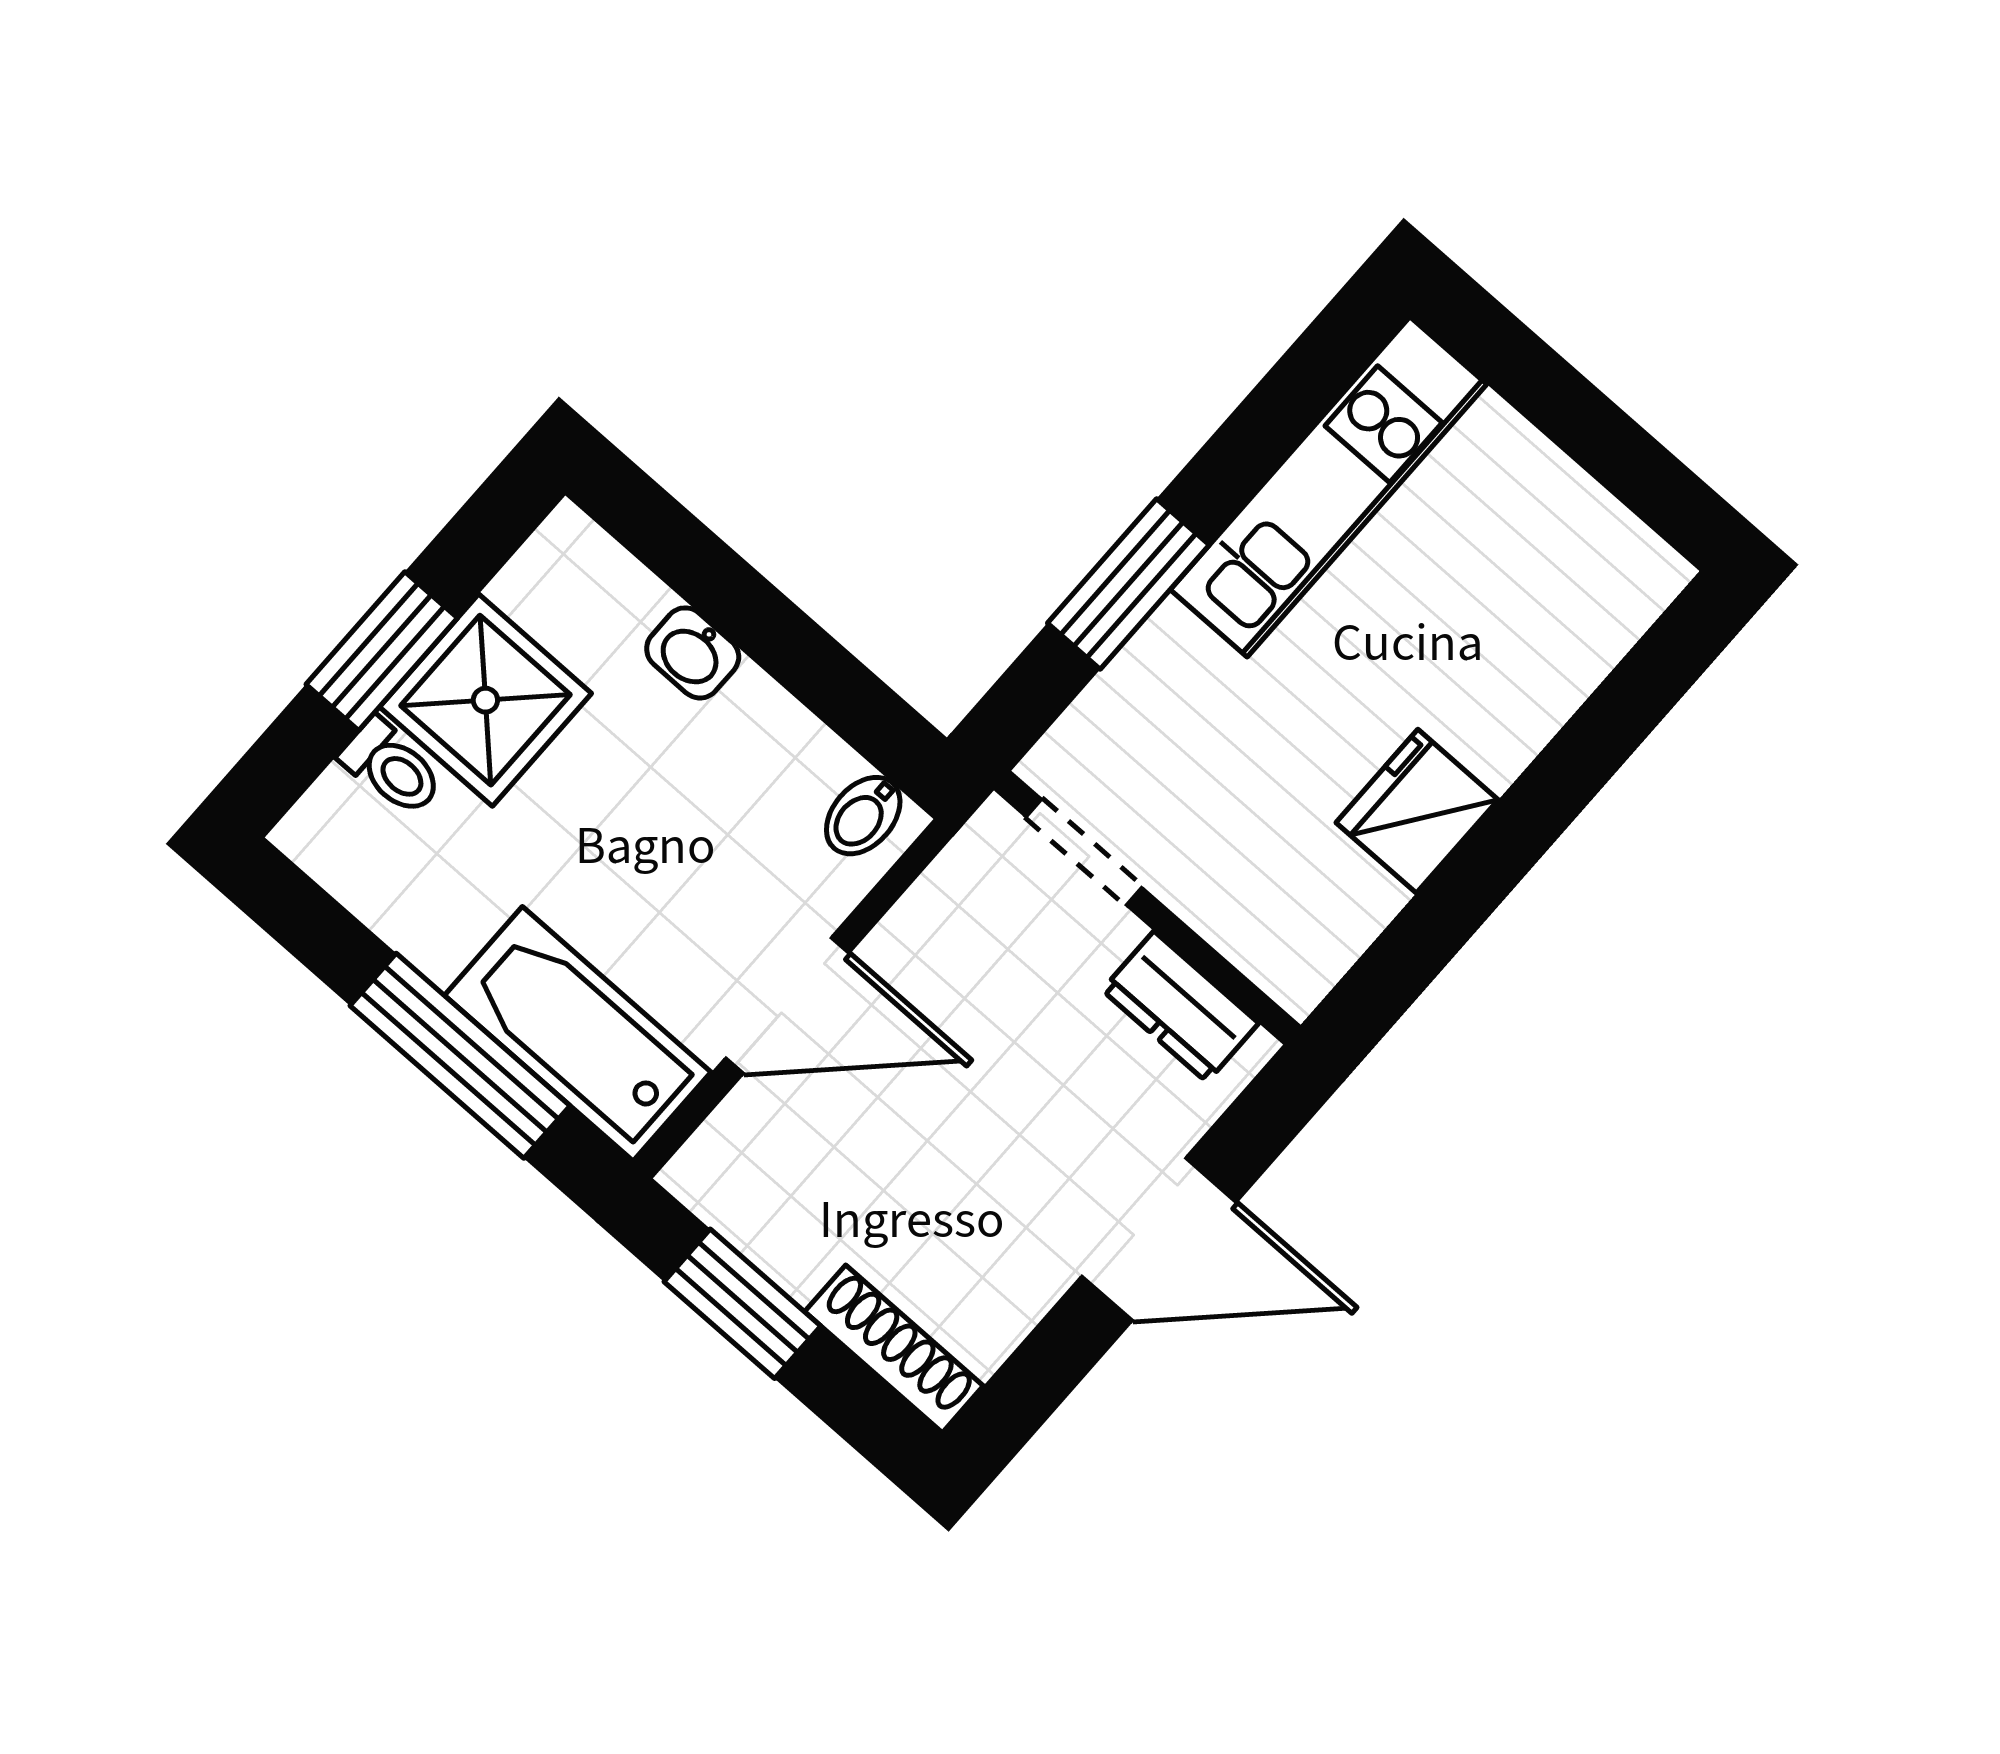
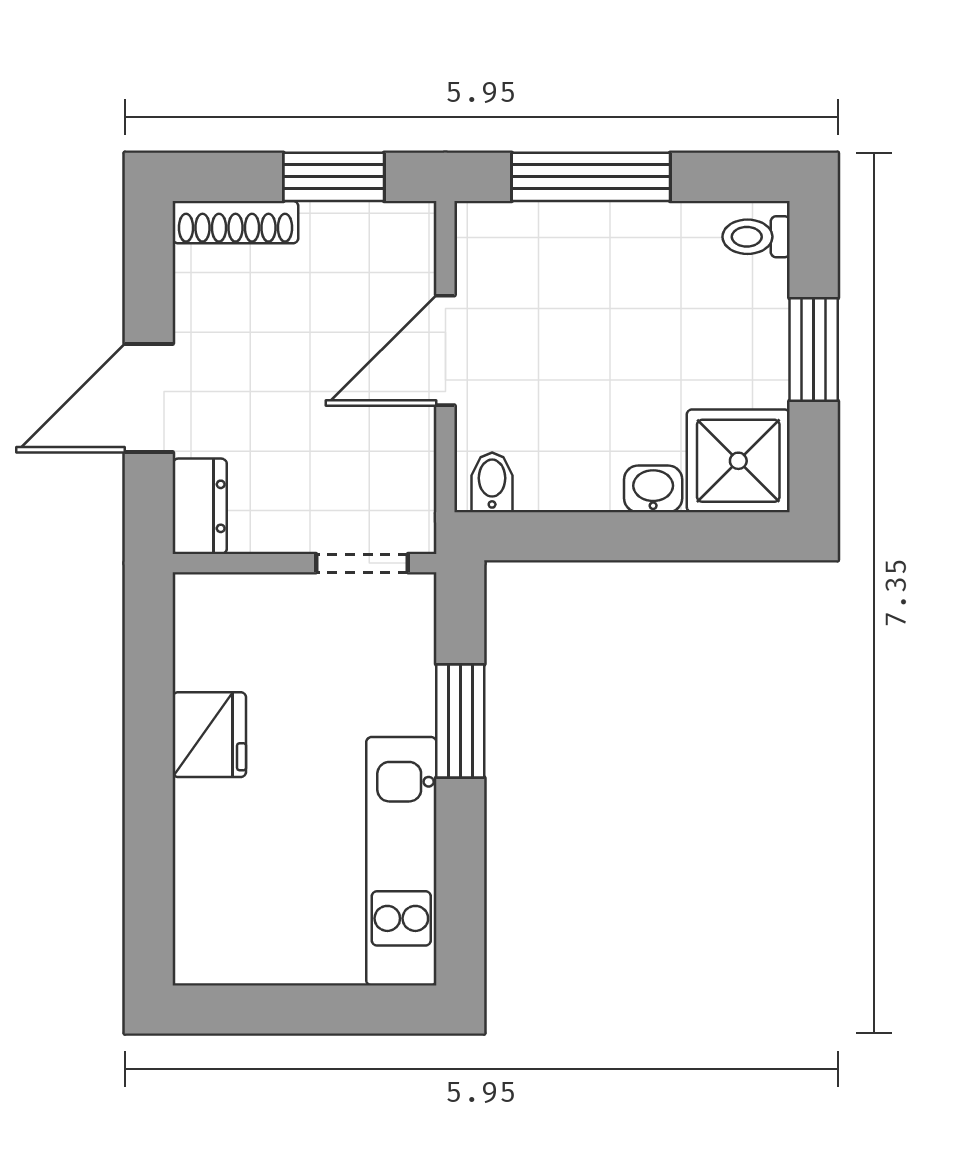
shower: (485, 700) -> (738, 461), moved
toilet: (392, 767) -> (756, 237), moved
dresser: (1180, 1007) -> (200, 506), moved, turned 90
bathtub: (578, 1034) -> (540, 241), removed

